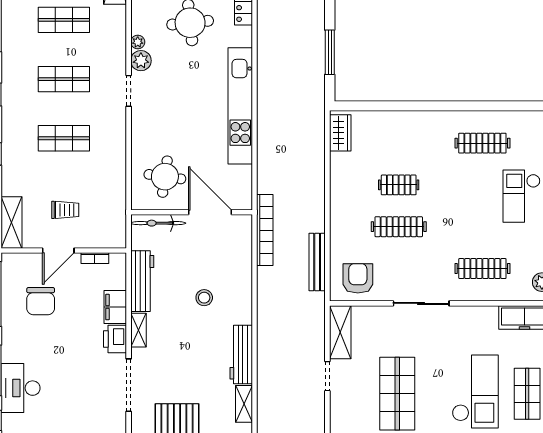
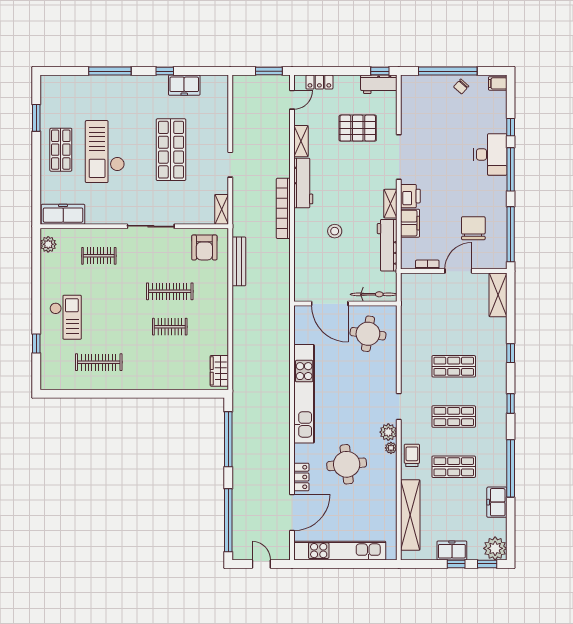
window: (330, 52) -> (228, 439), width x1.46
trolley: (65, 210) -> (412, 455), moved, turned 90
bookcase: (265, 230) -> (283, 208), moved
clothes rail: (482, 269) -> (99, 256), width x0.73
shelving: (340, 332) -> (222, 209), width x0.67, depth x0.75

